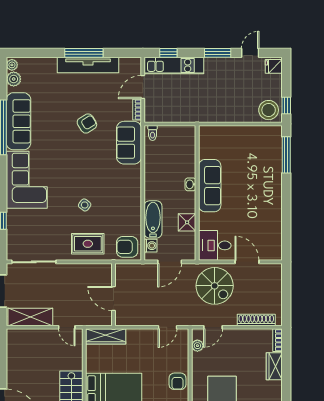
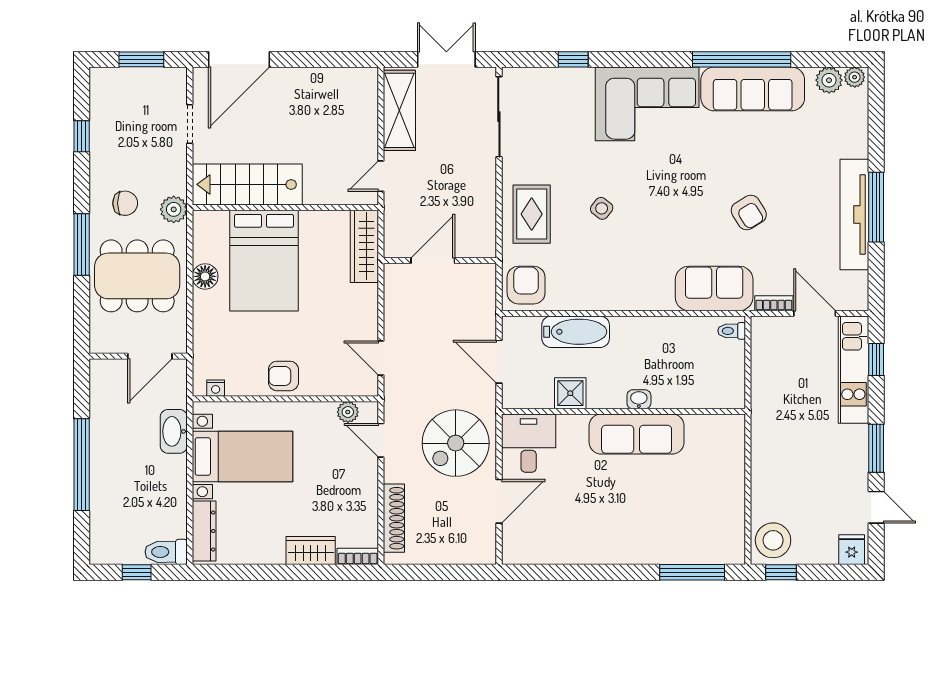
washing machine: (151, 246) -> (528, 327), removed

